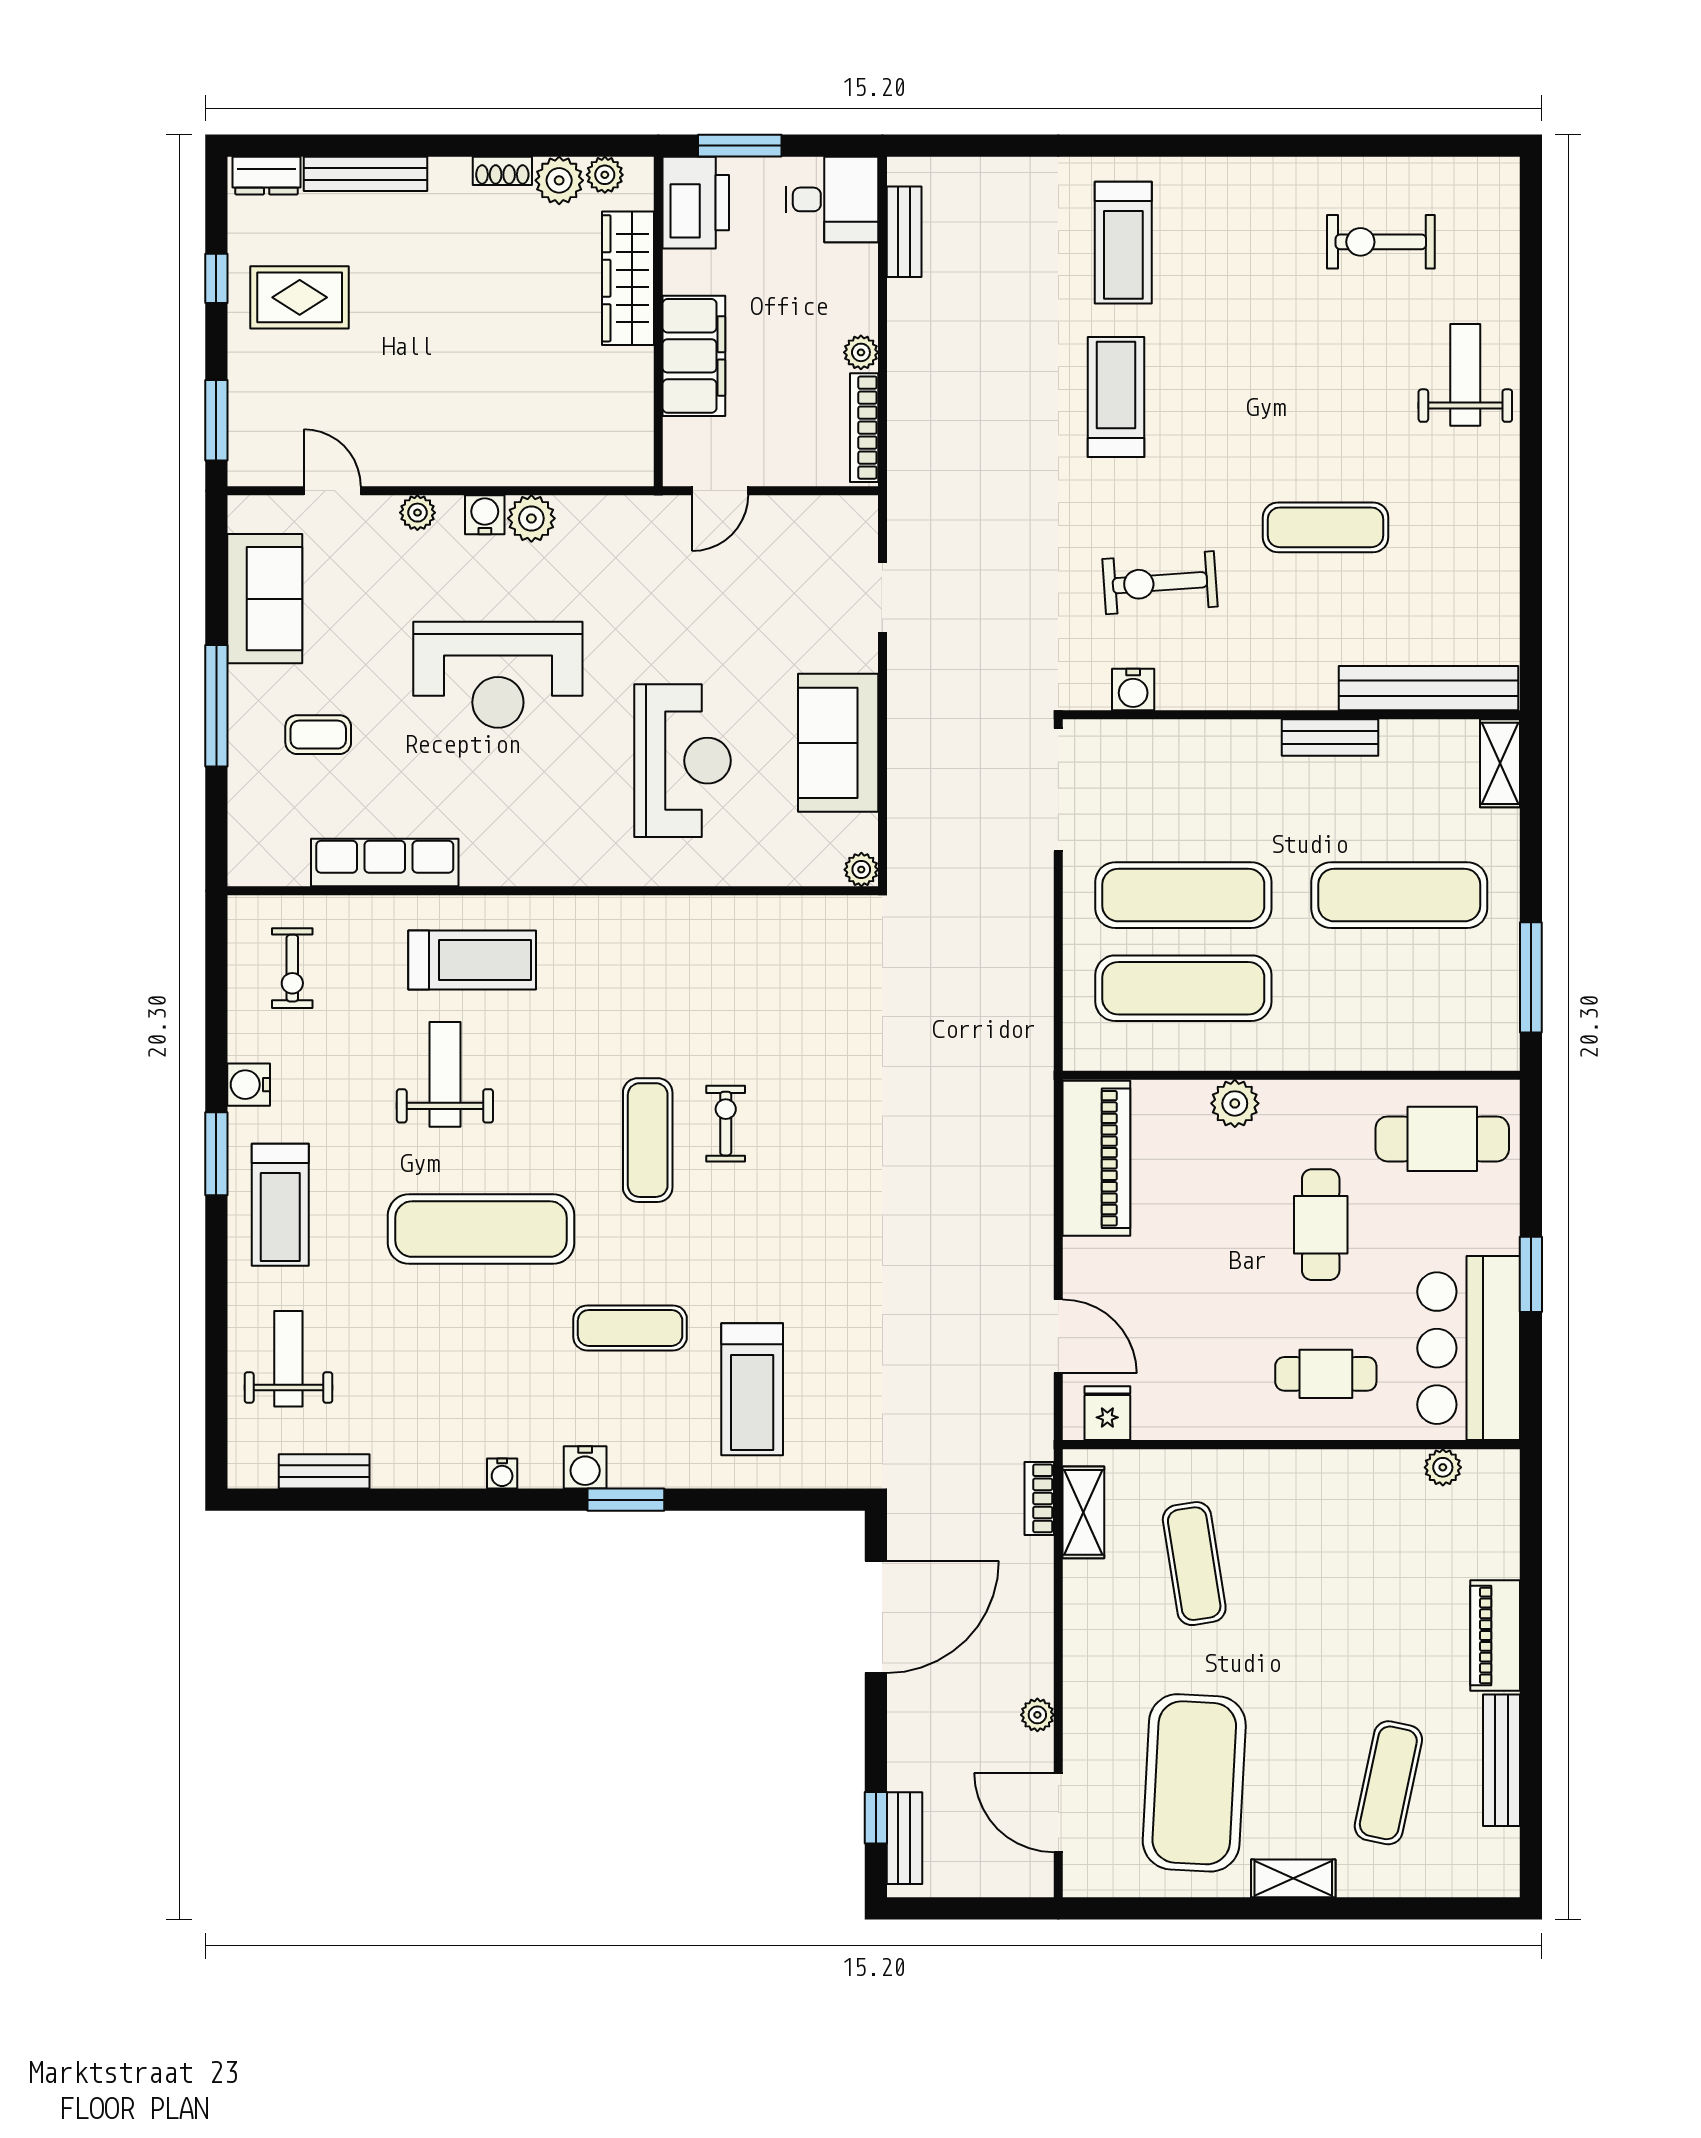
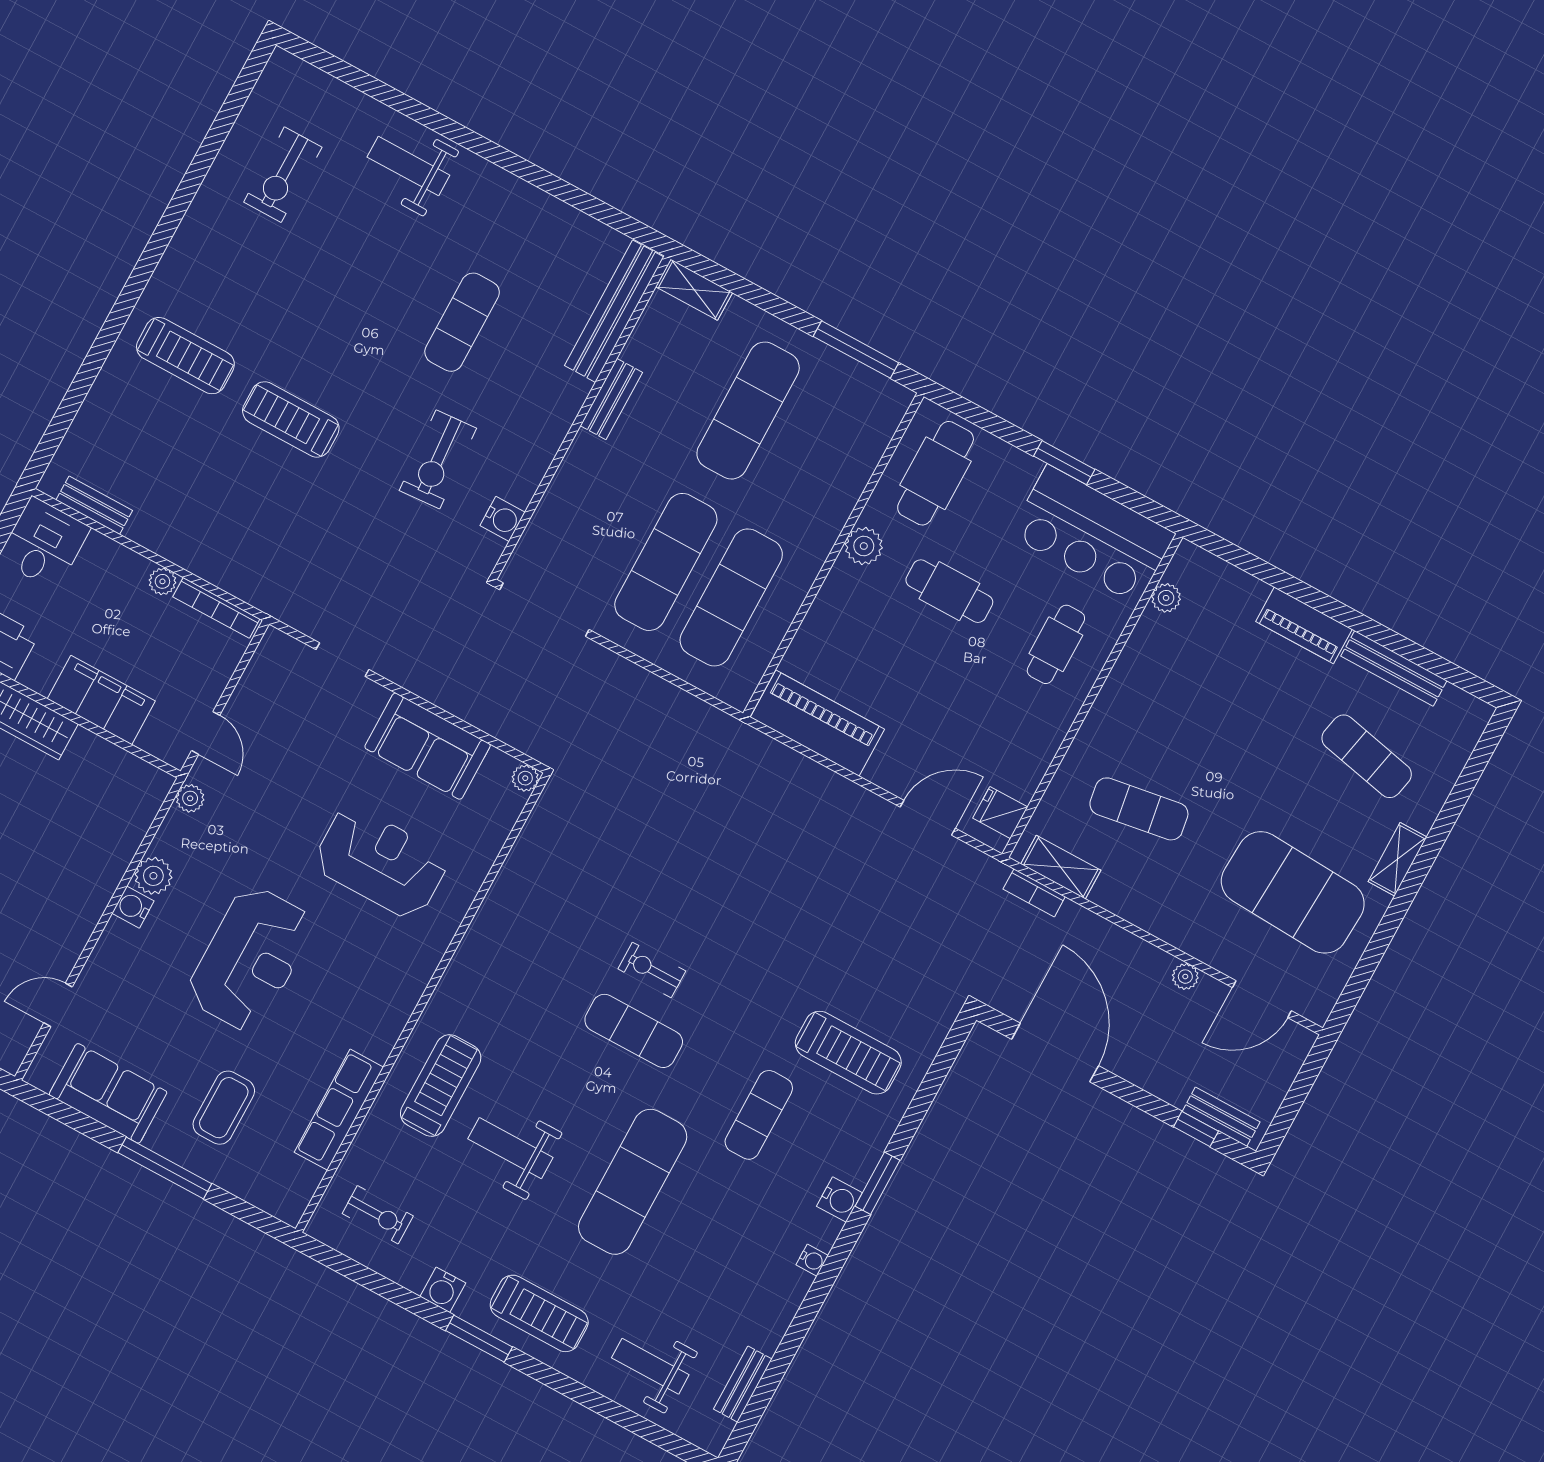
plant: (417, 513) -> (190, 798), moved
coffee table: (318, 735) -> (224, 1108), width x1.36, depth x1.30
plant: (1235, 1103) -> (864, 546), moved

